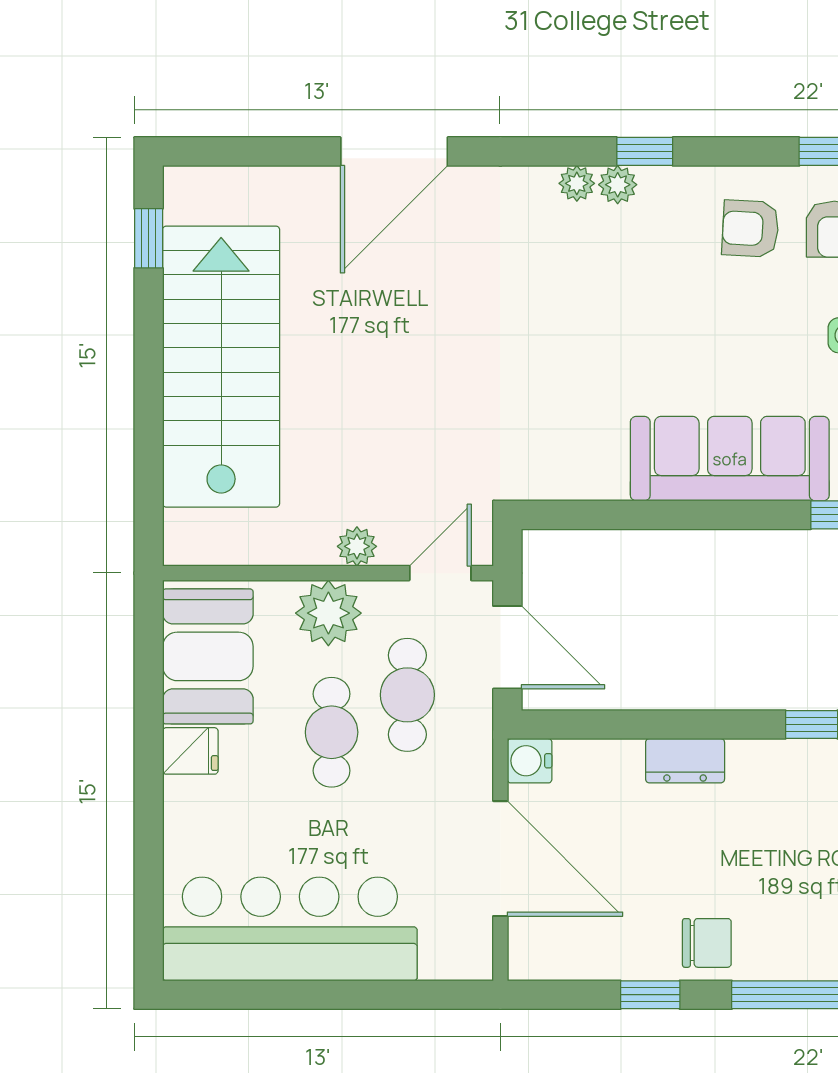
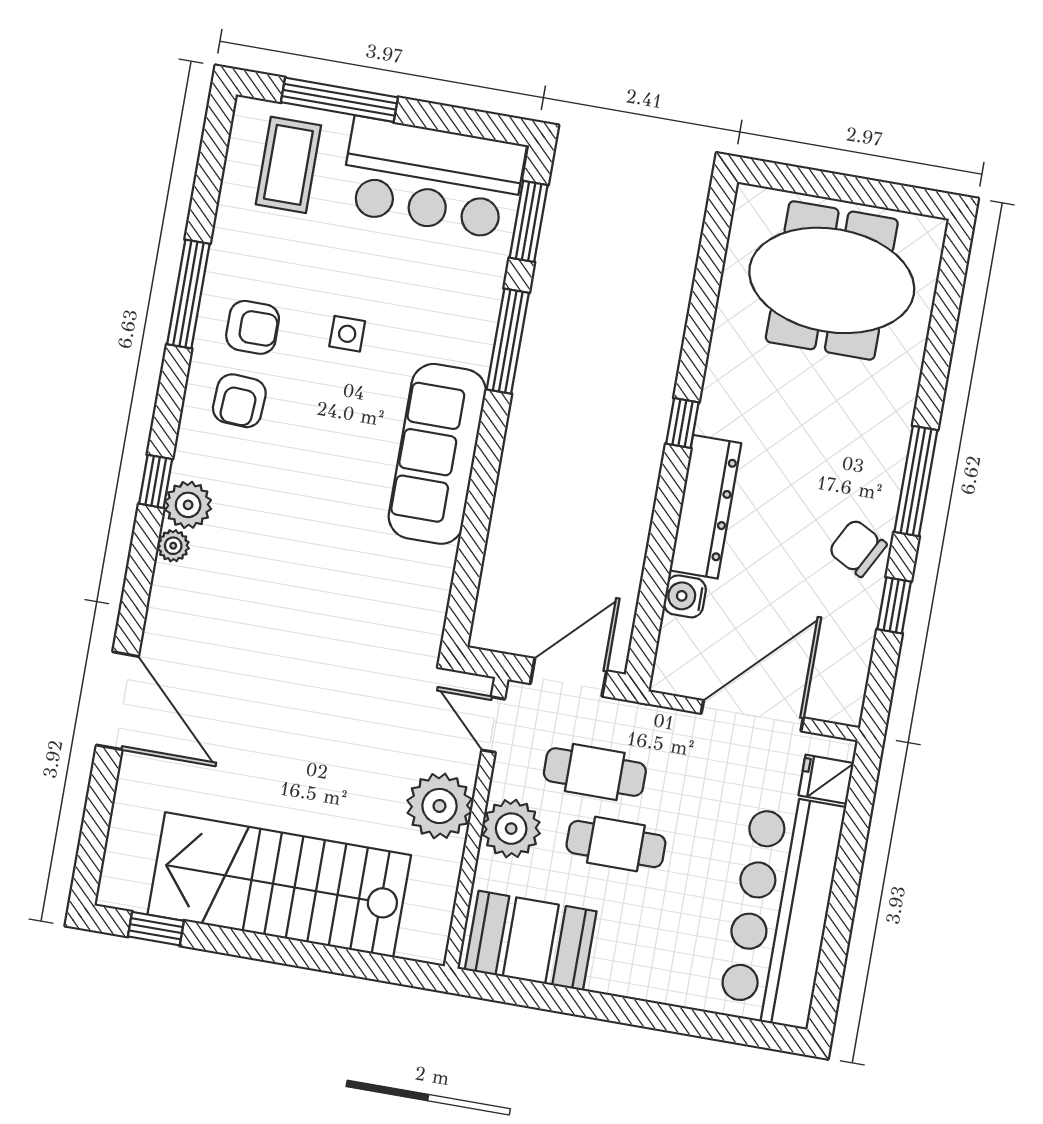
plant: (618, 185) -> (188, 505), width x1.38, depth x1.38
plant: (357, 546) -> (439, 806), width x1.88, depth x1.88
fridge: (190, 751) -> (826, 779), moved, turned -90
water cooler: (530, 761) -> (685, 596), moved, turned 90
dresser: (685, 761) -> (705, 507), width x1.96, depth x1.24
chair: (707, 943) -> (858, 548), turned -62

